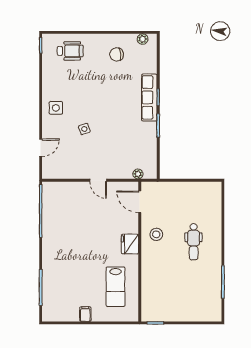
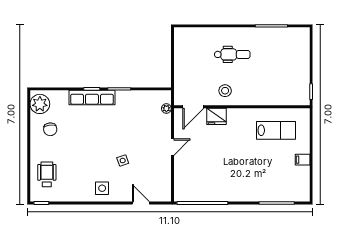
plant: (143, 39) -> (40, 104), width x1.87, depth x1.87
fridge: (130, 244) -> (216, 116), moved

